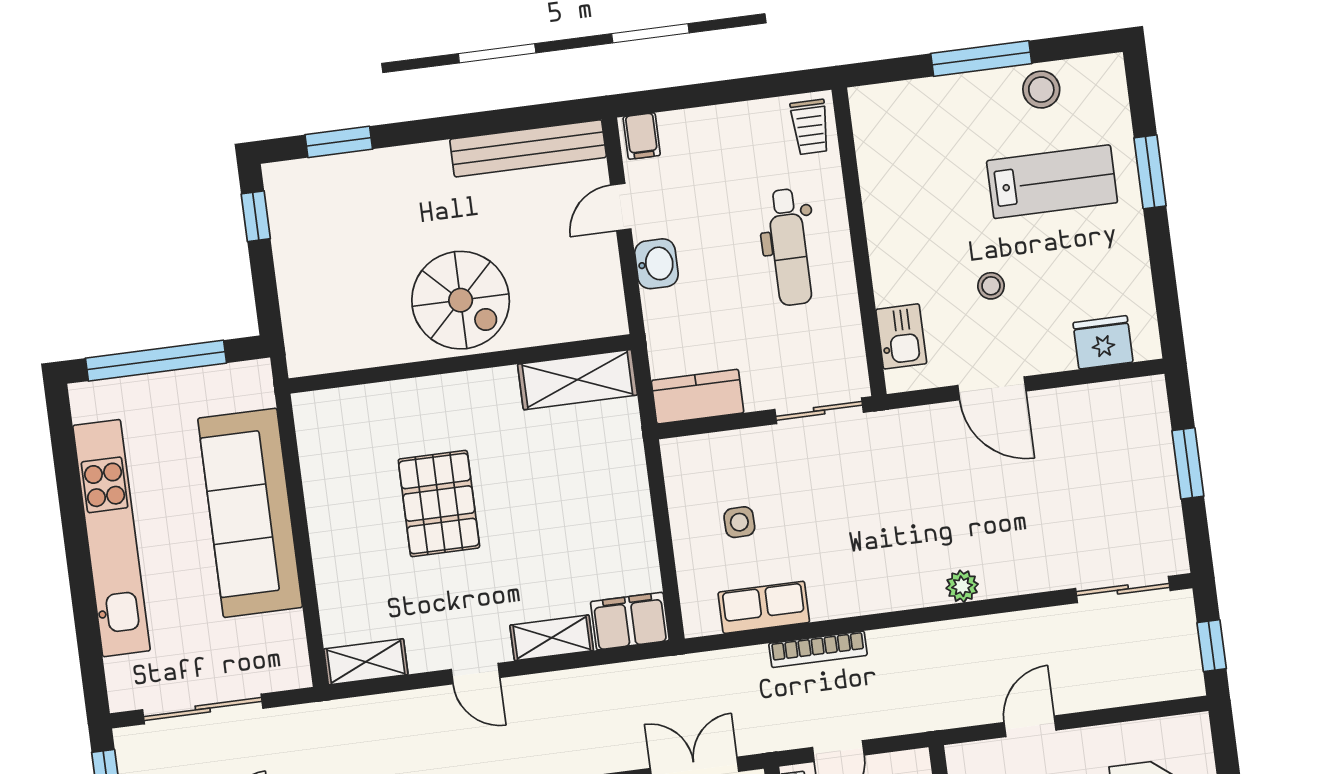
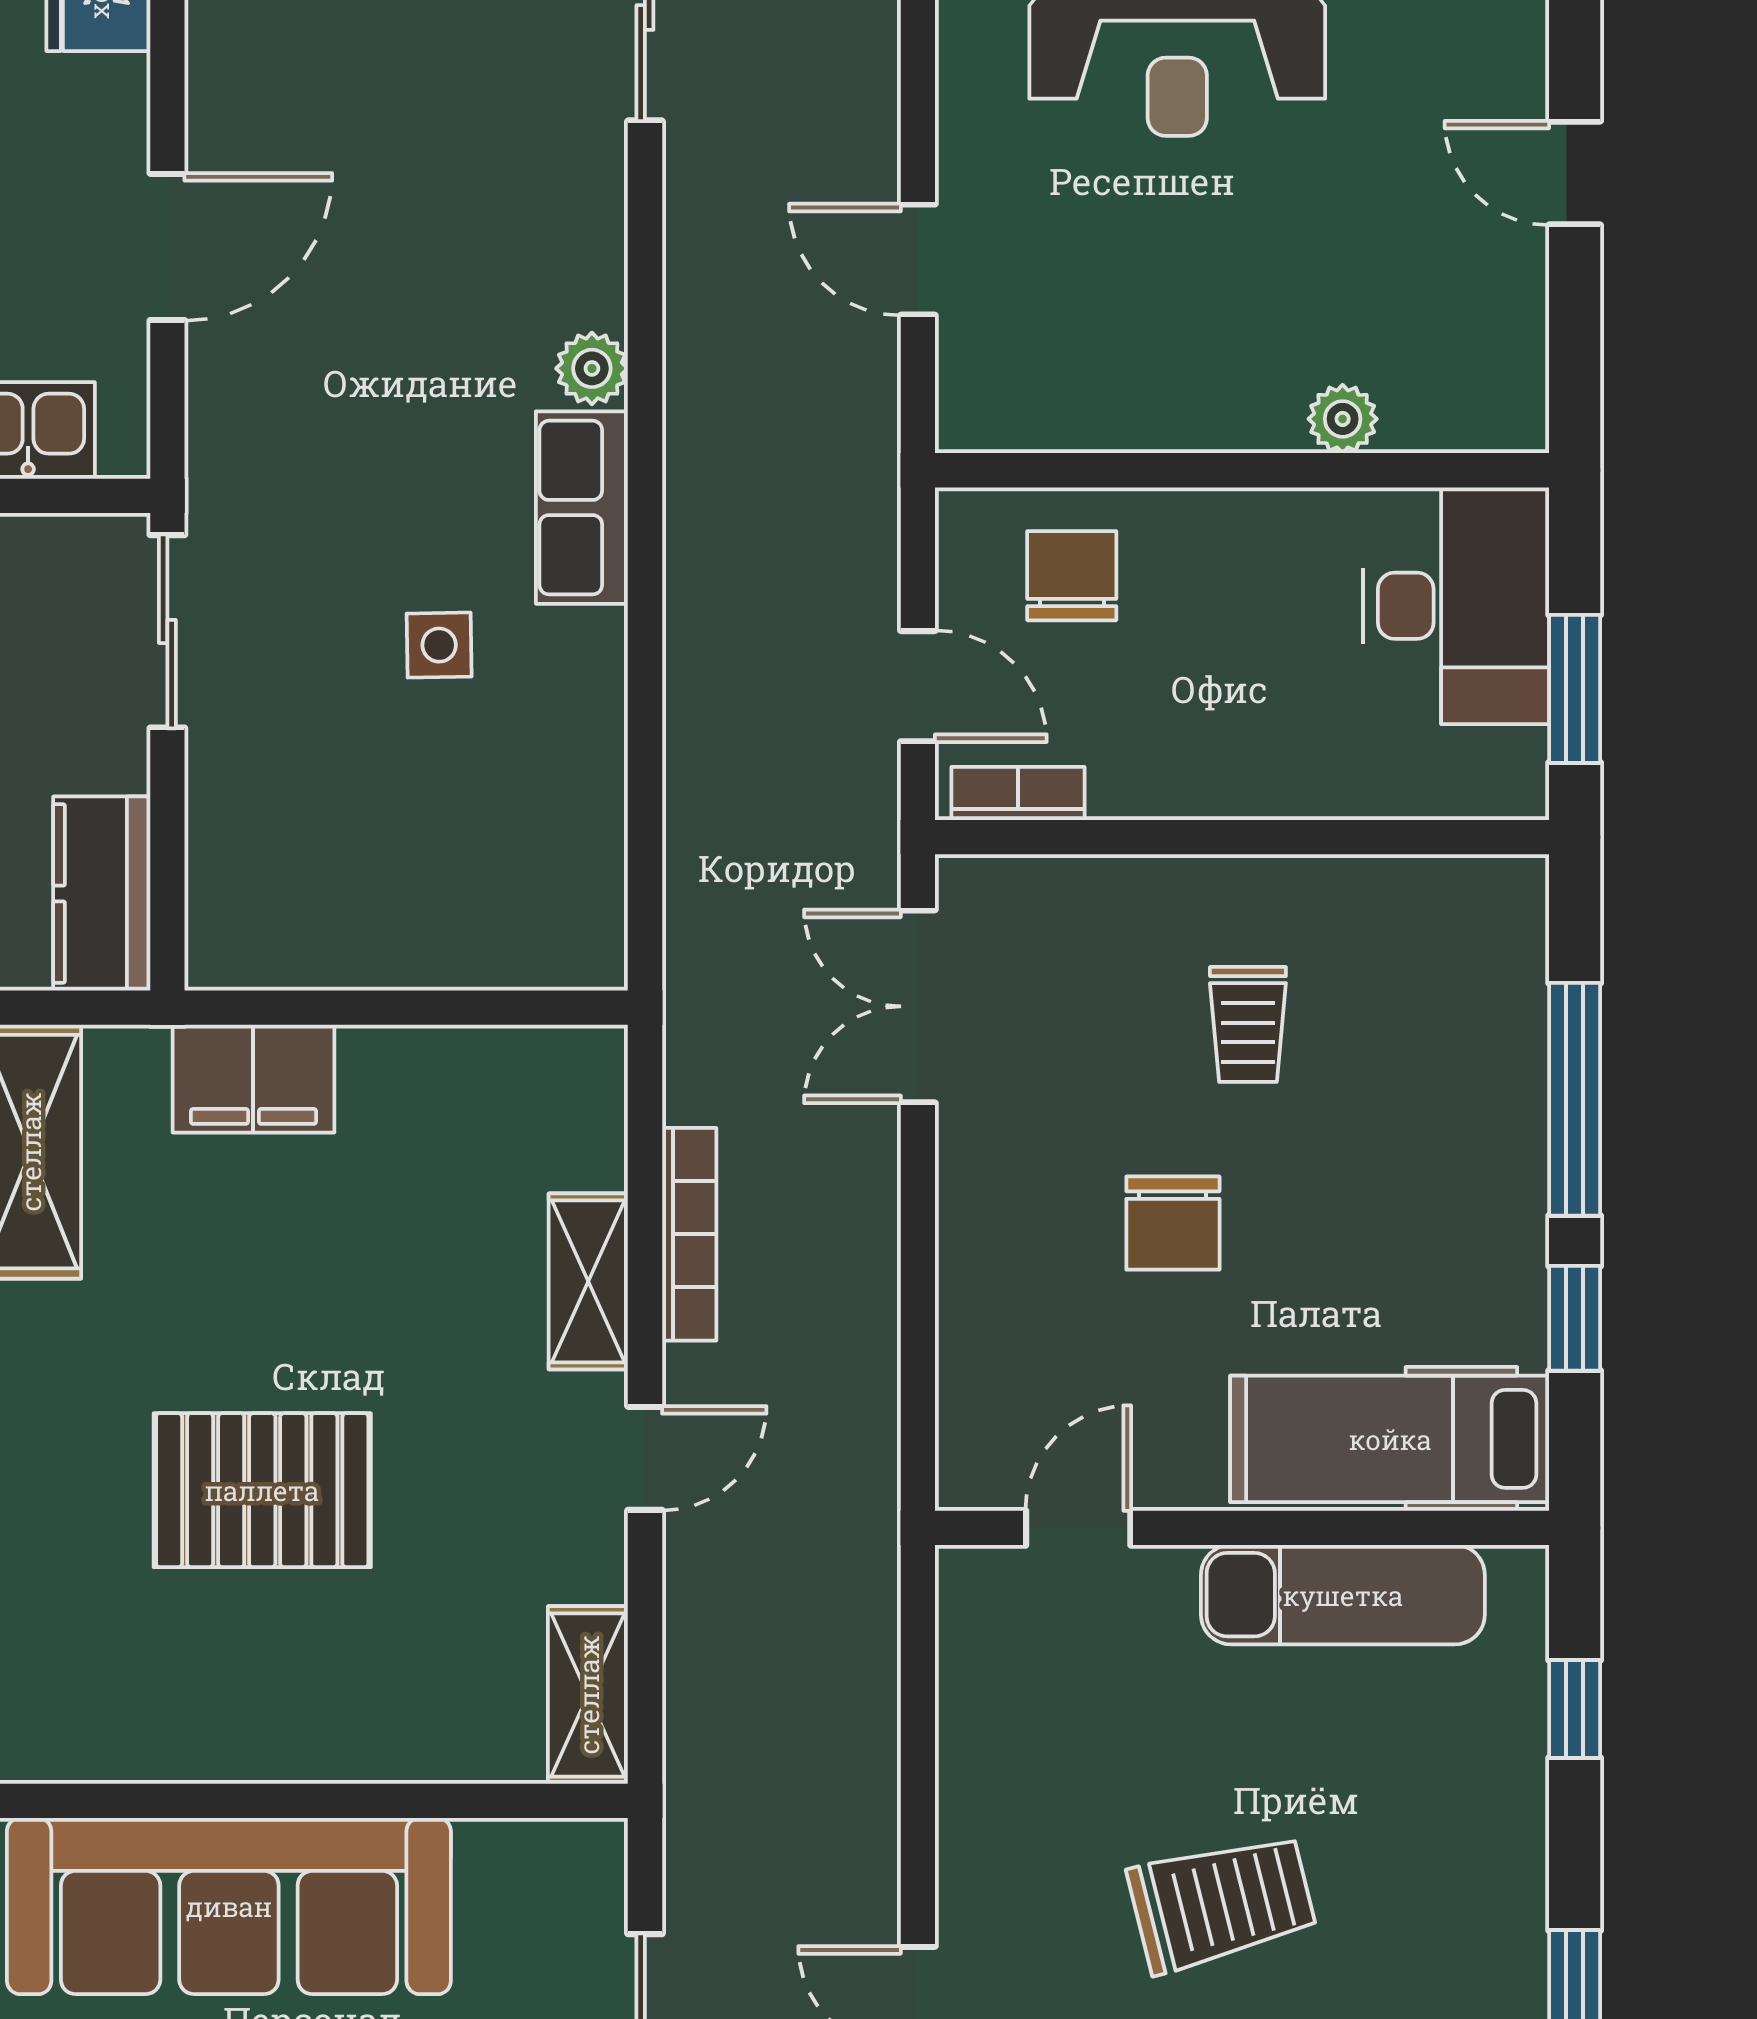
side table: (739, 522) -> (439, 645), moved
row of seats: (764, 607) -> (582, 508), moved
filing cabinet: (630, 621) -> (253, 1079), moved, turned -90
bookcase: (818, 649) -> (689, 1234), moved

